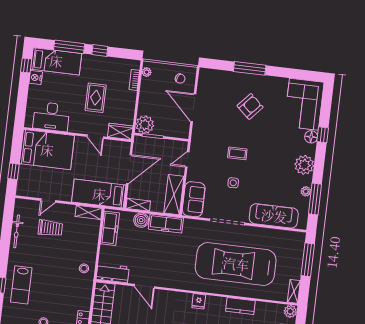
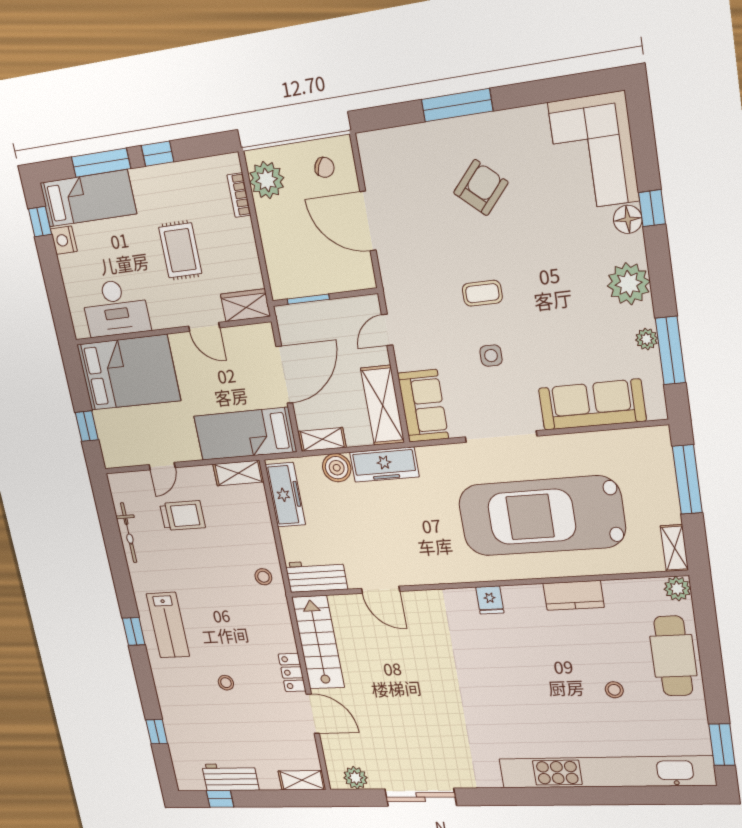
plant: (147, 72) -> (267, 180), width x1.88, depth x1.88
plant: (145, 125) -> (286, 280), removed

